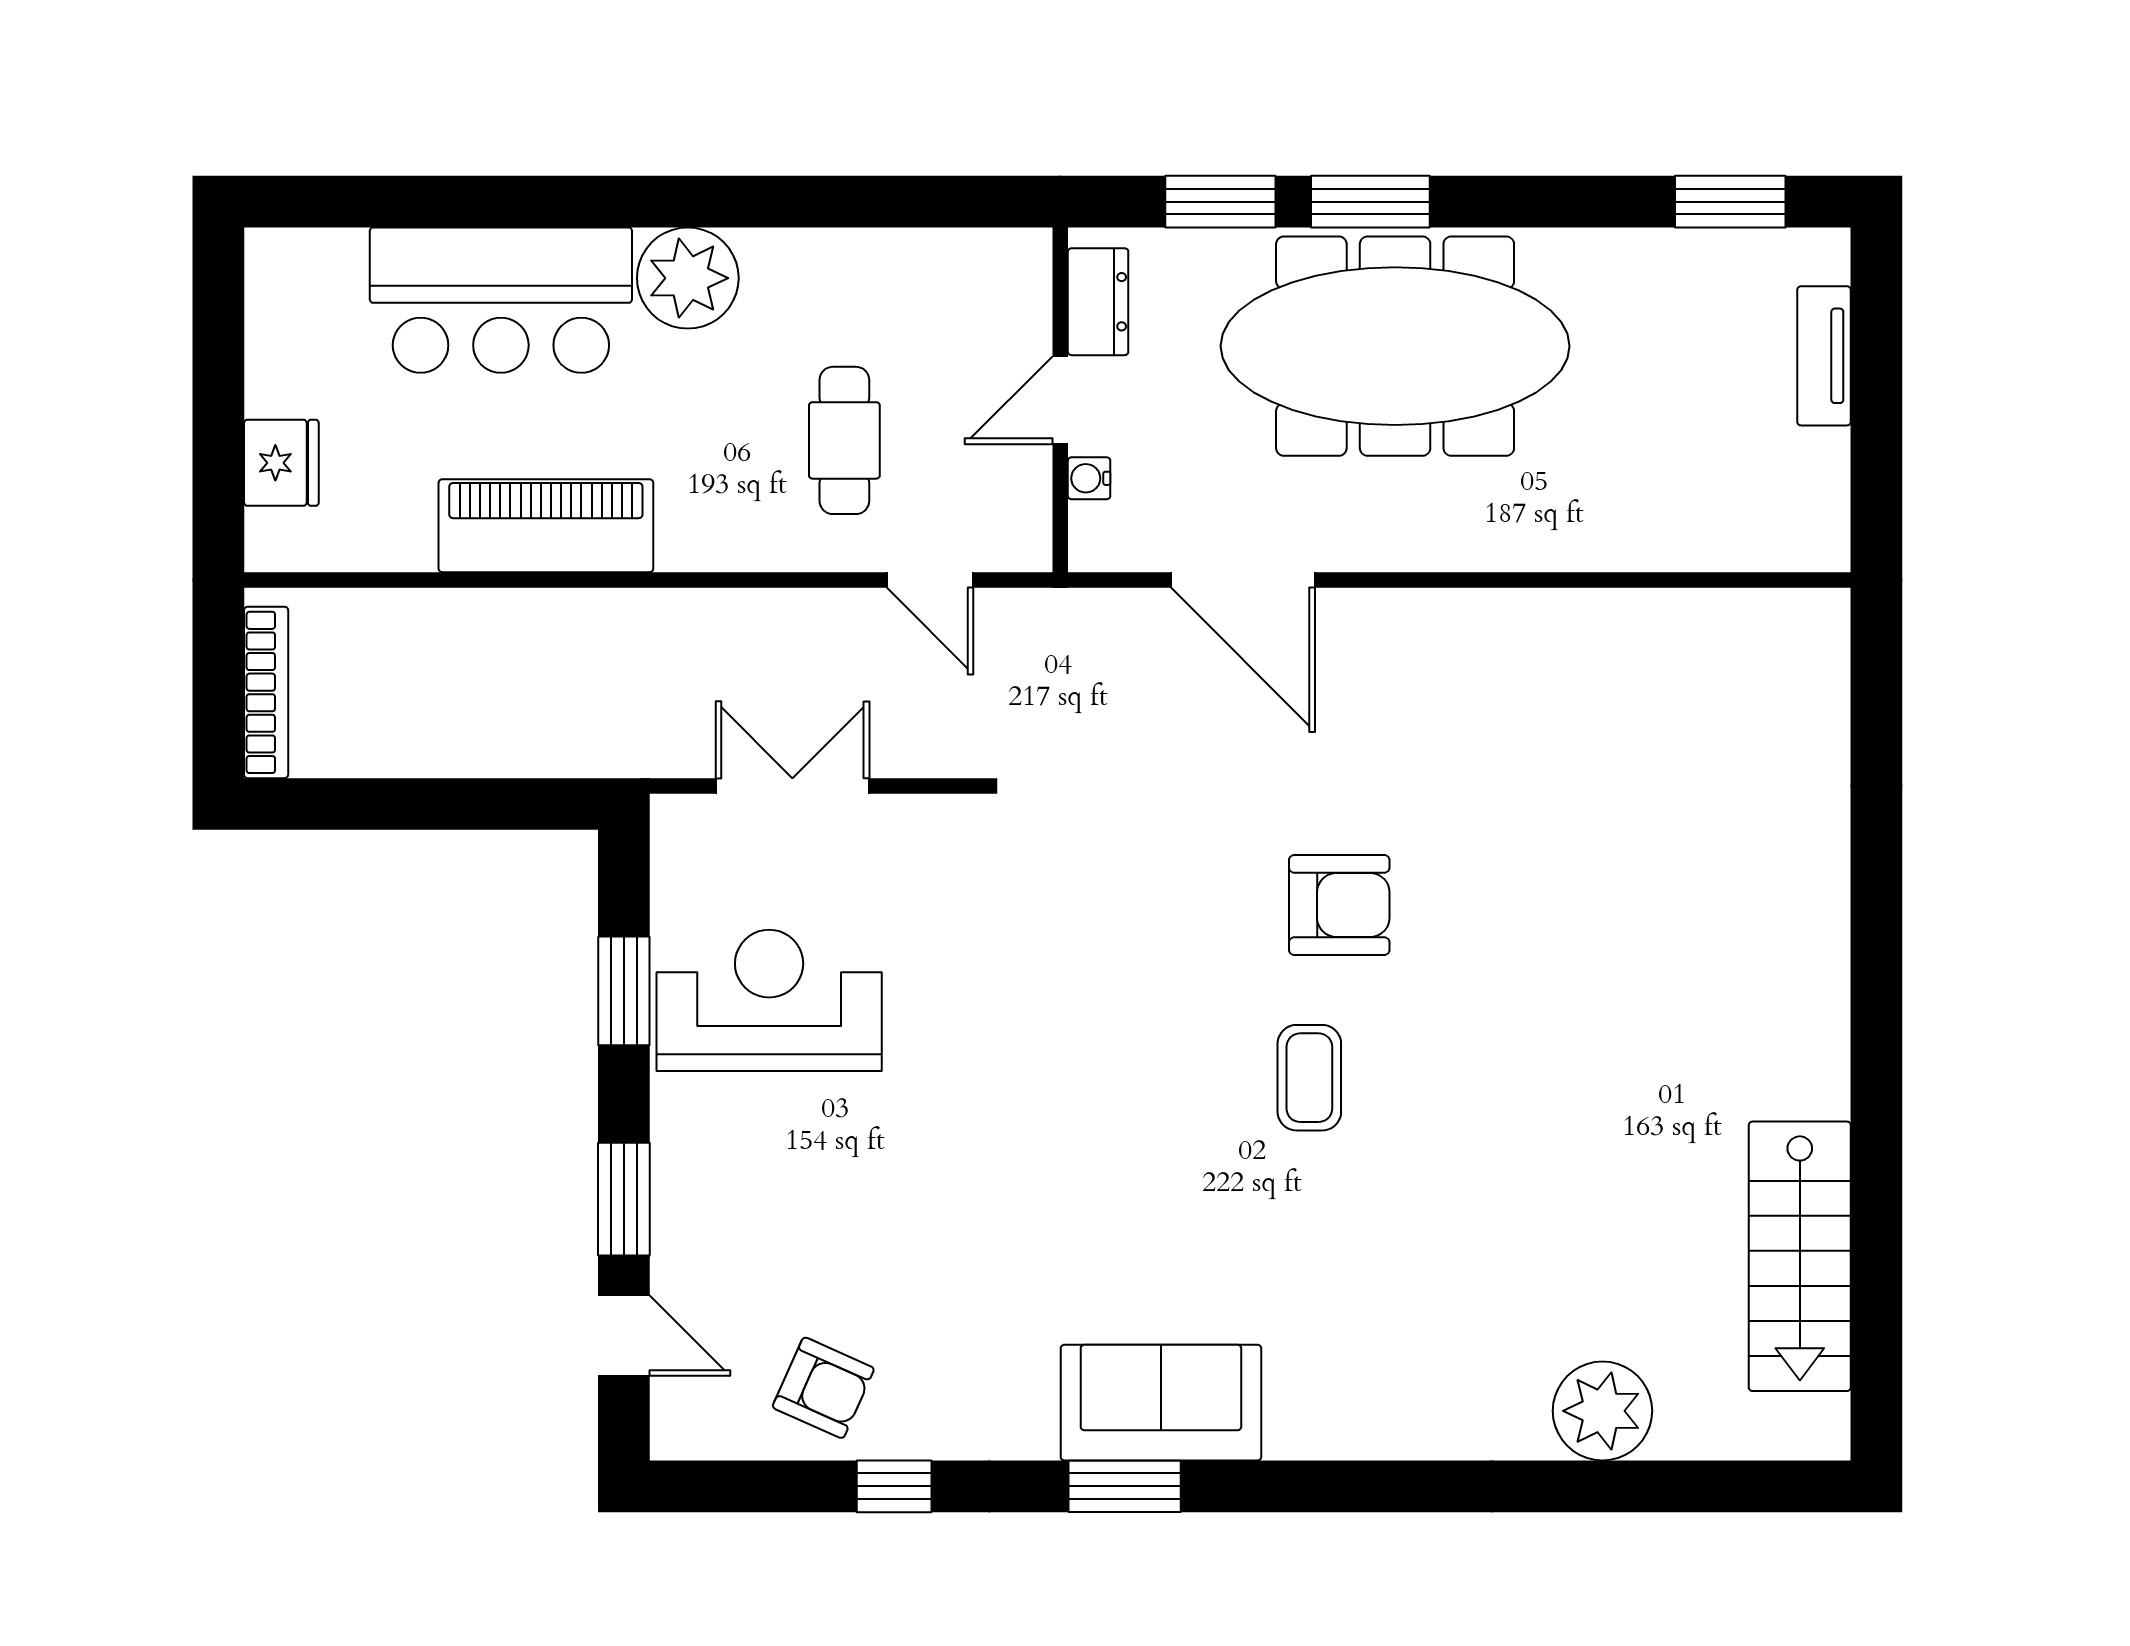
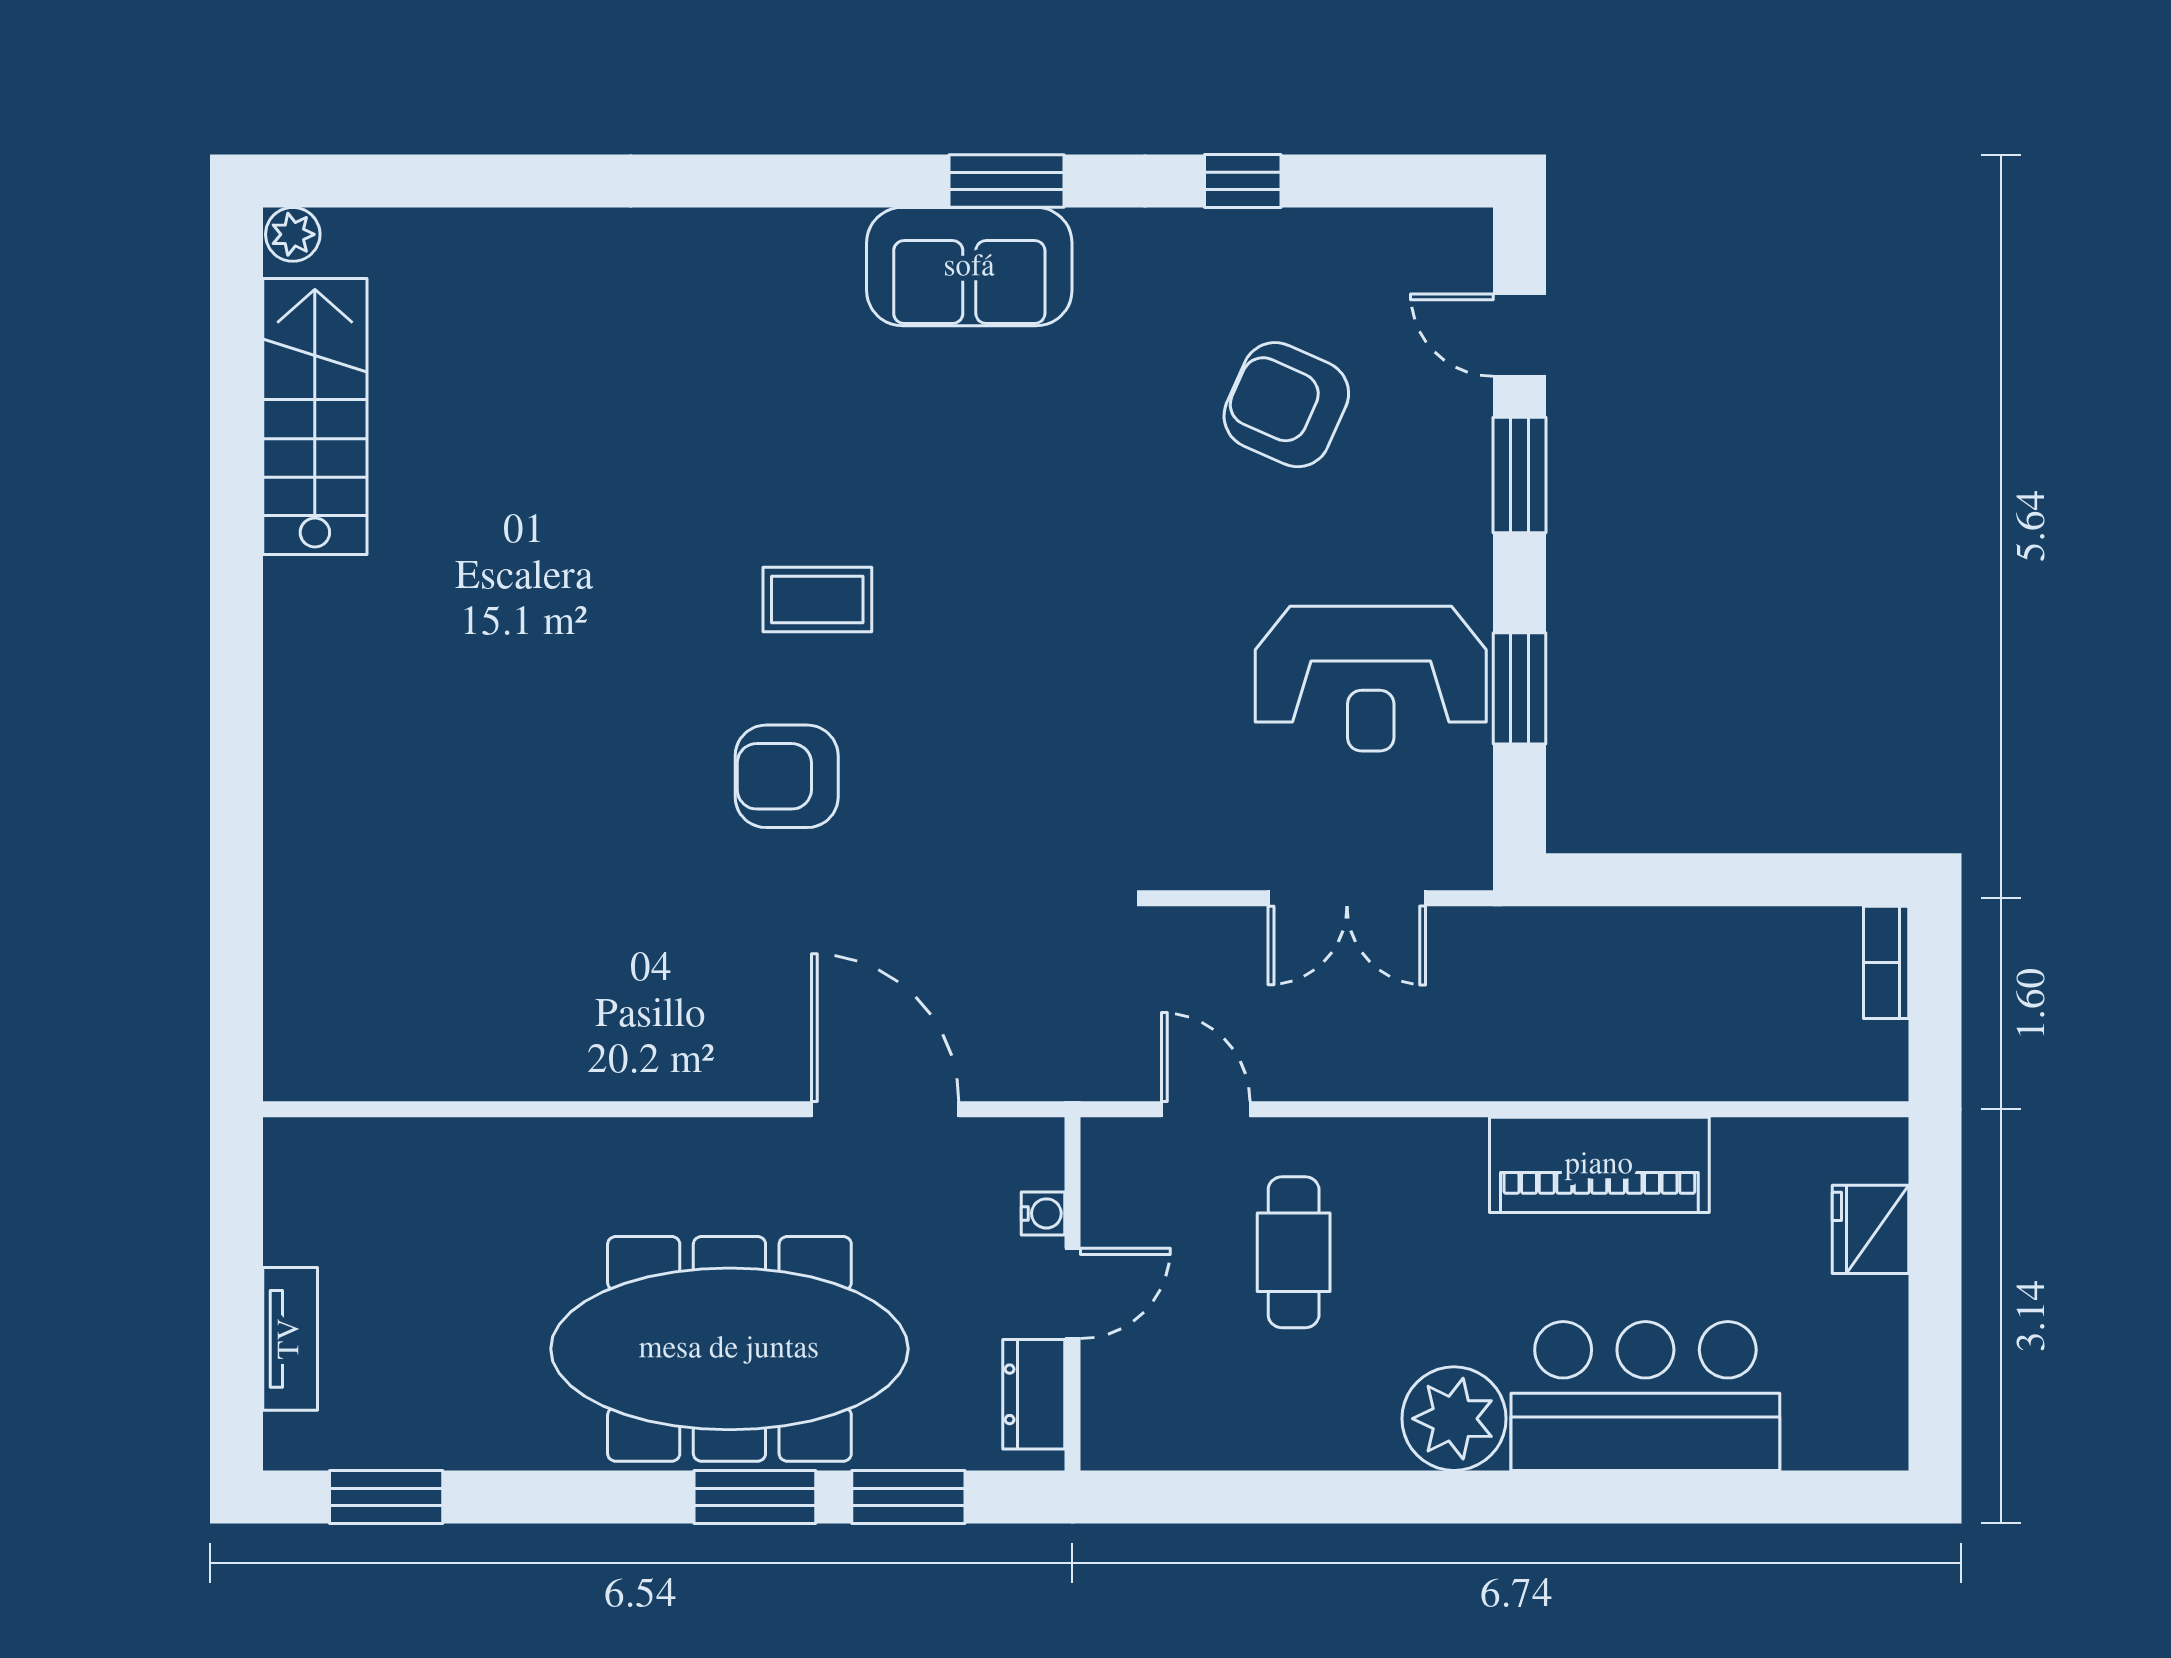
bookcase: (266, 692) -> (1886, 962), width x0.64
coffee table: (1309, 1078) -> (817, 599), turned 90
armchair: (823, 1388) -> (1286, 405), moved, width x1.38, depth x1.38
plant: (1602, 1411) -> (293, 234), moved, width x0.53, depth x0.53

